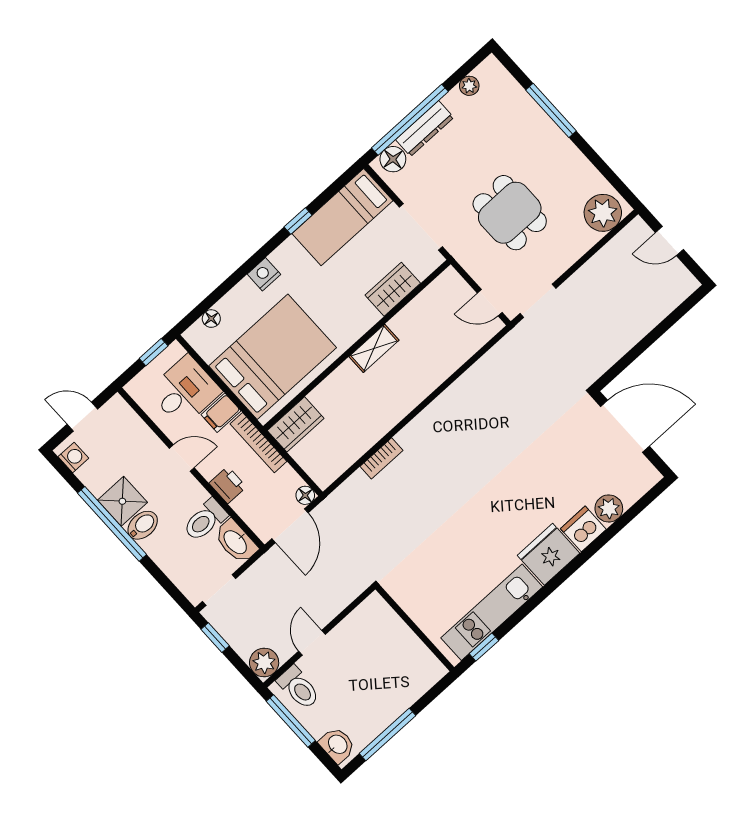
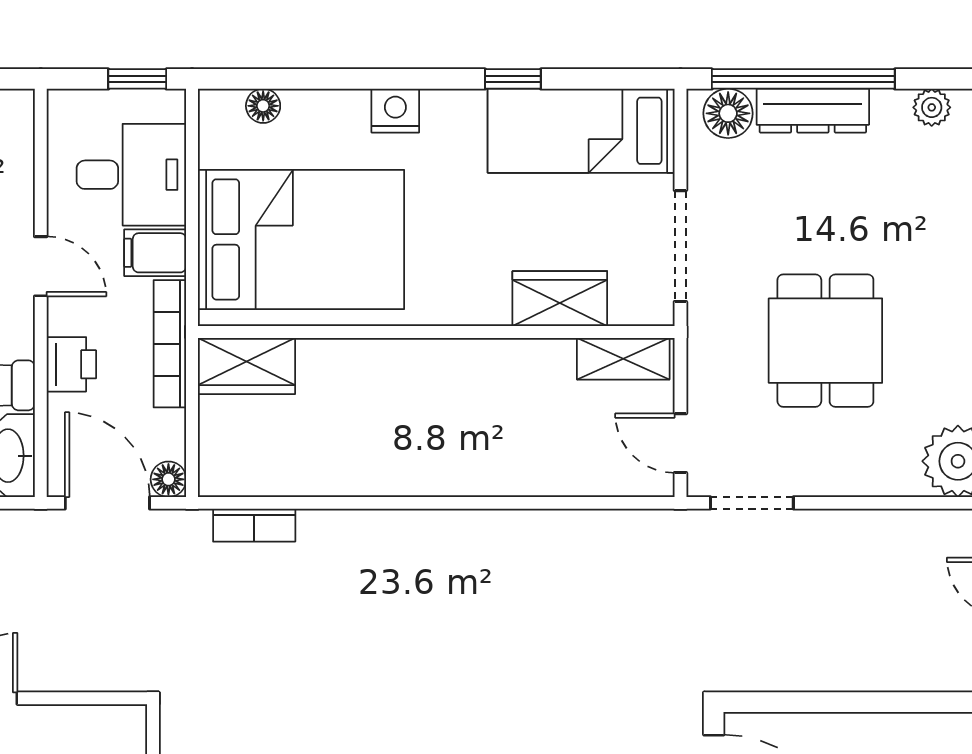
shelving: (374, 348) -> (623, 359), moved
bookcase: (382, 458) -> (254, 525), moved
door: (290, 526) -> (107, 503), swing flipped

